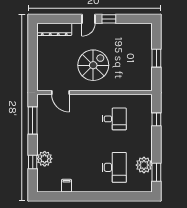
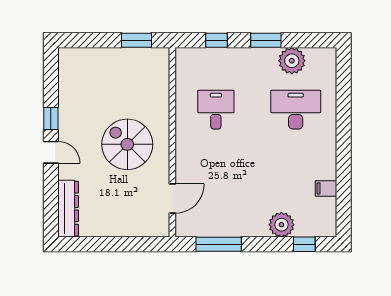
window: (156, 58) -> (136, 40), moved
window: (33, 162) -> (304, 244), moved
window: (156, 172) -> (266, 40), moved

